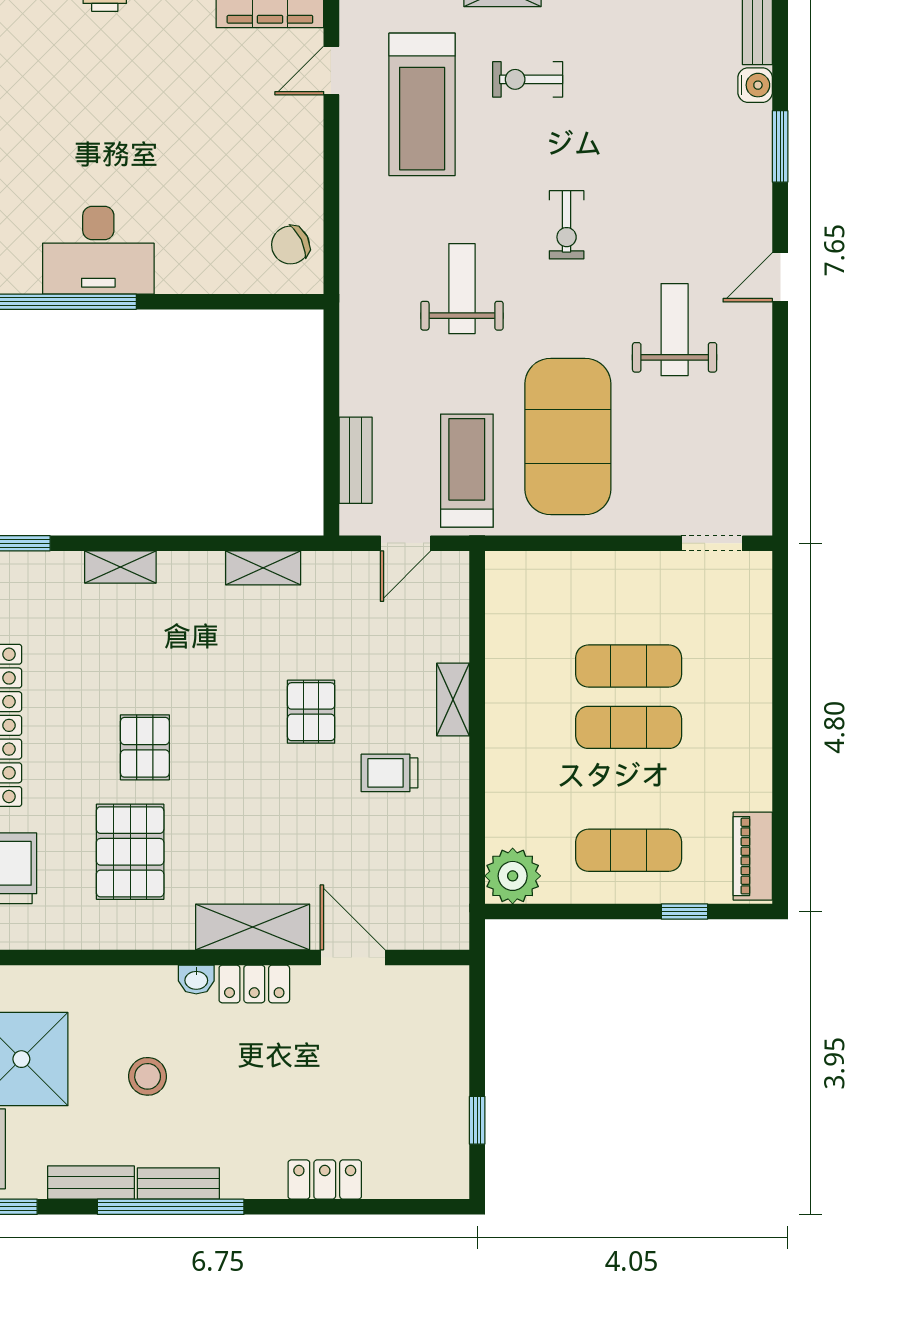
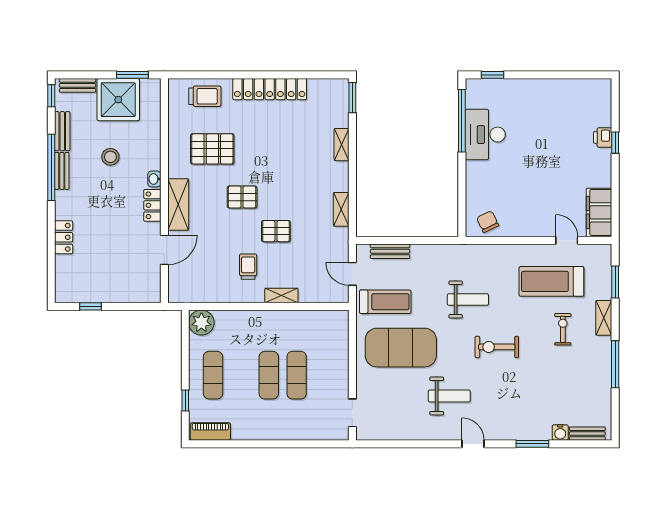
exercise bike: (567, 225) -> (497, 347), width x1.38, depth x1.39
pallet: (145, 747) -> (242, 197), moved

